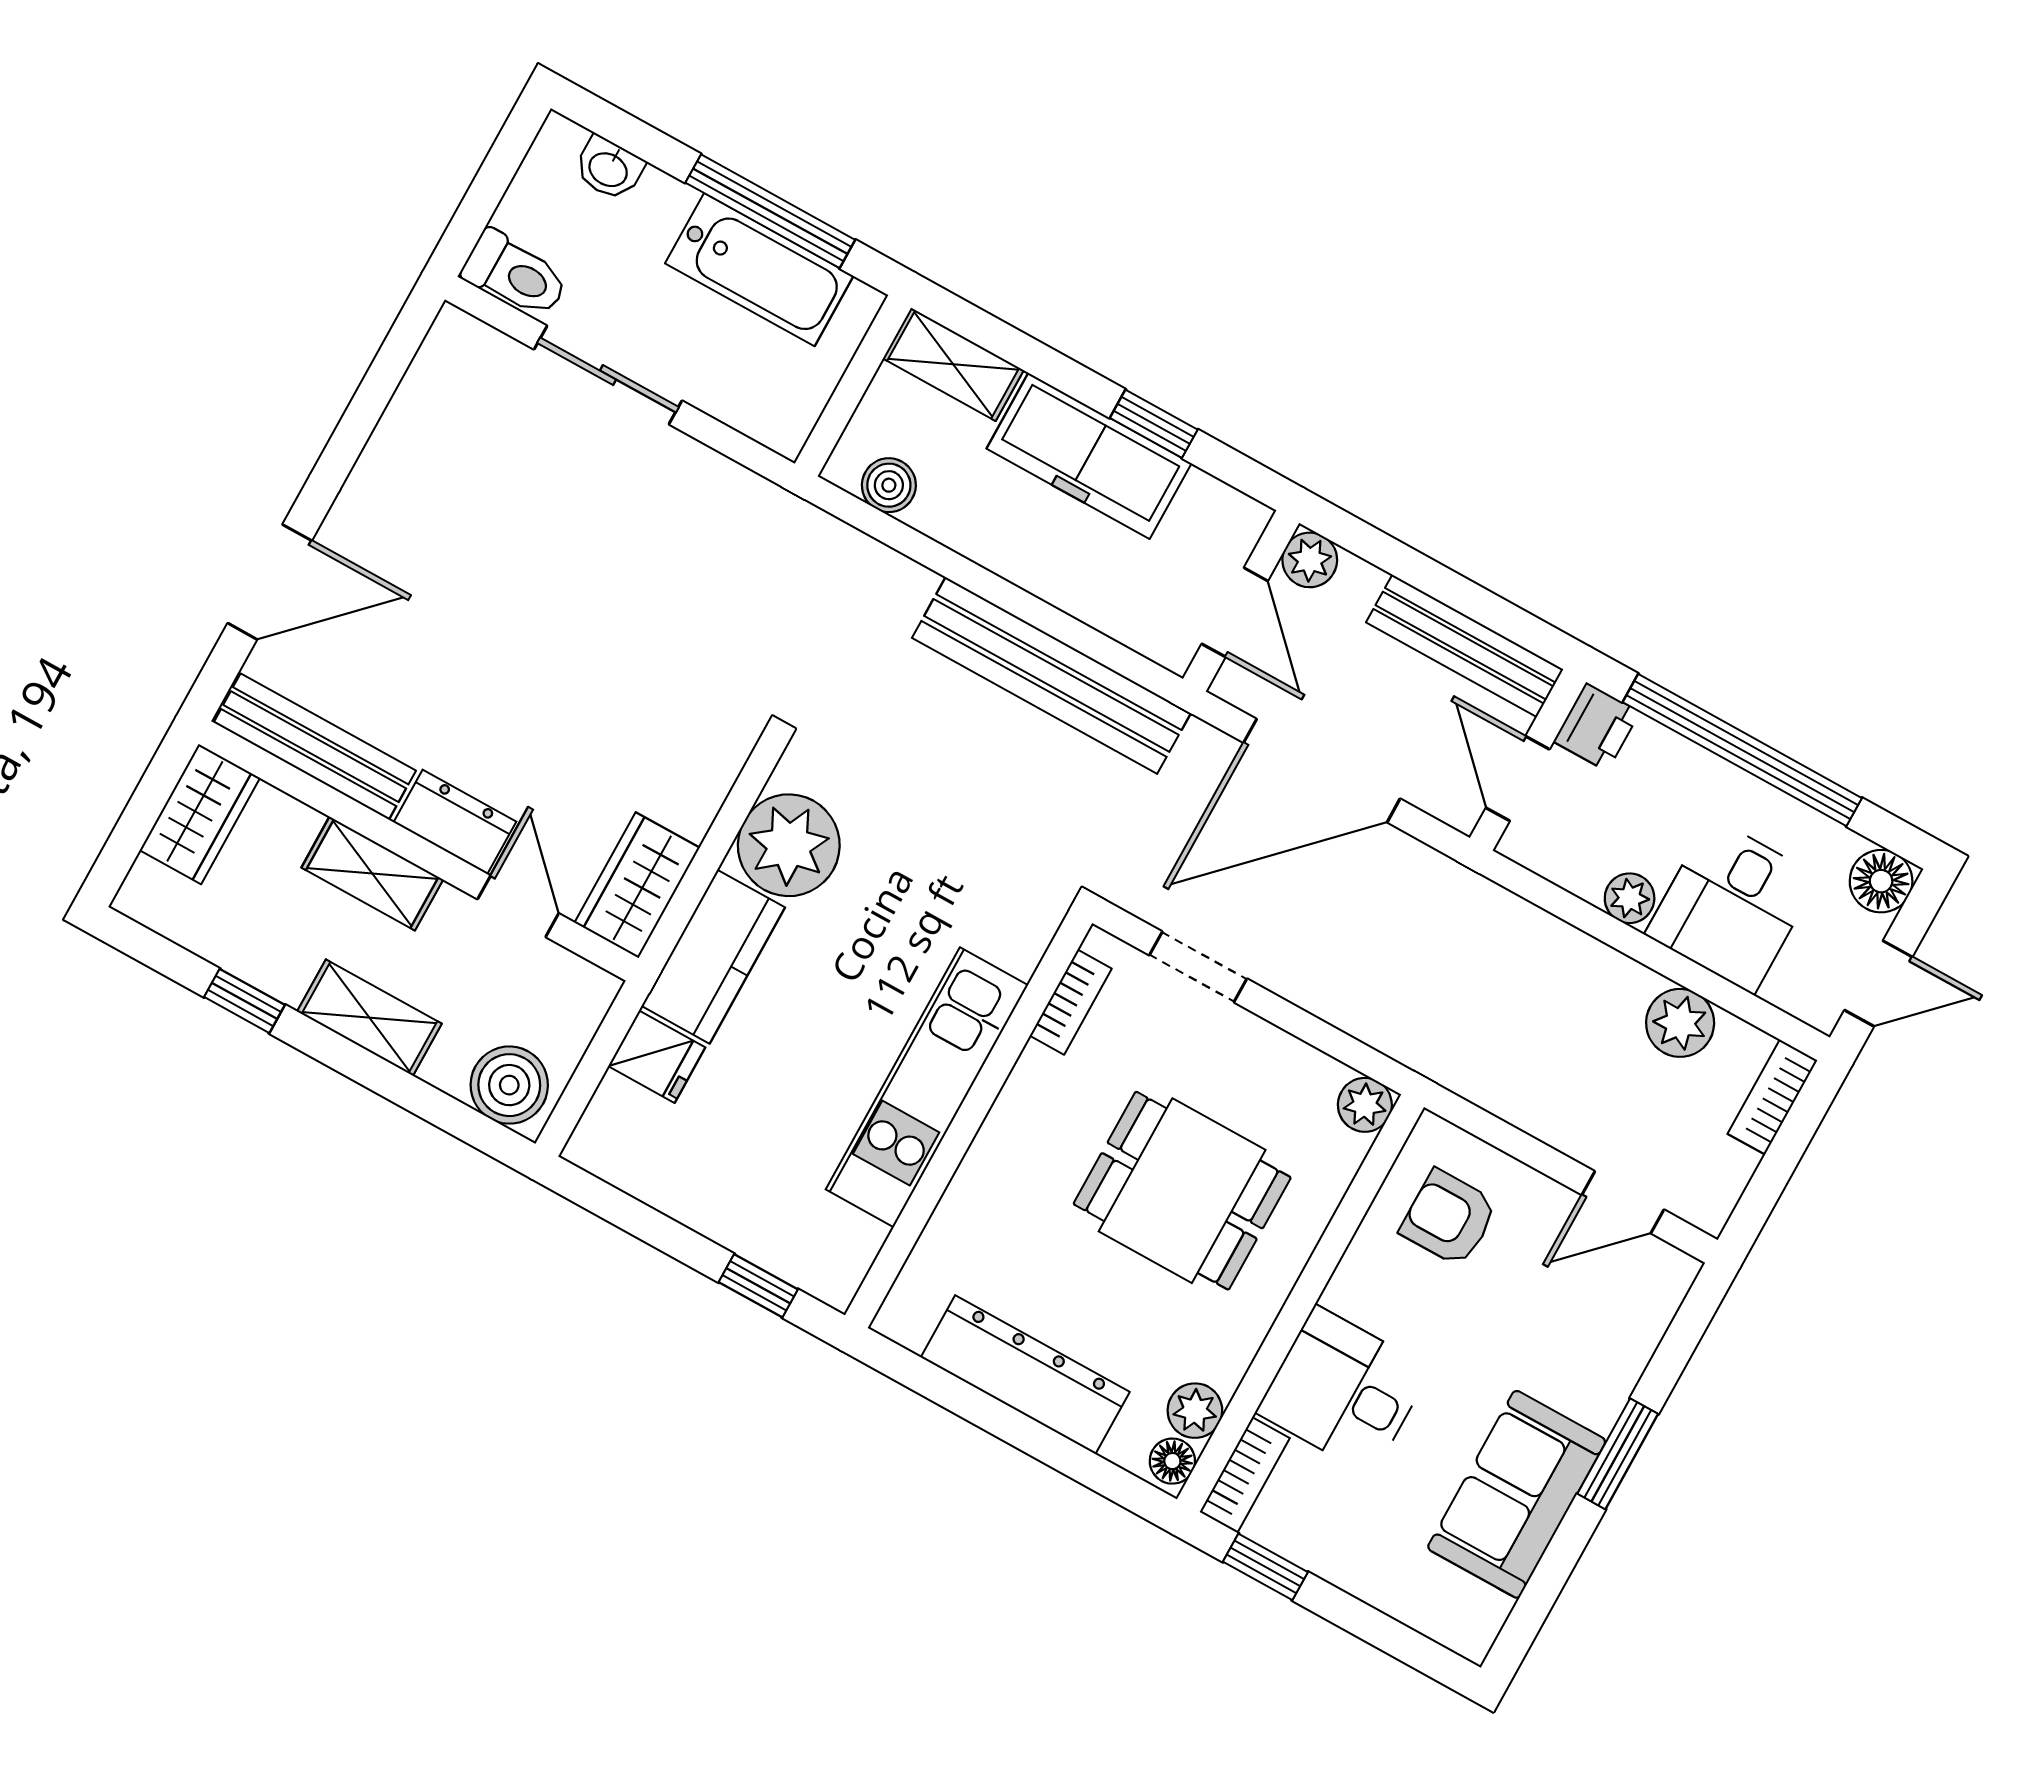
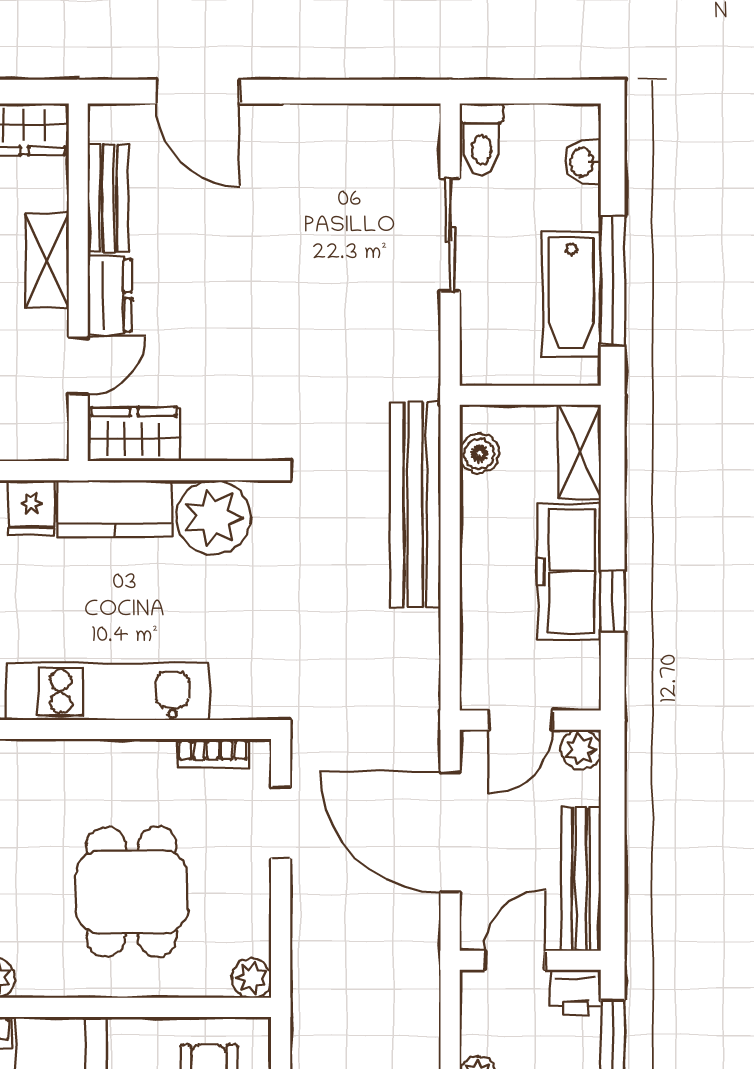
bench: (1051, 675) -> (415, 504), moved
bench: (315, 747) -> (108, 198), width x0.73

